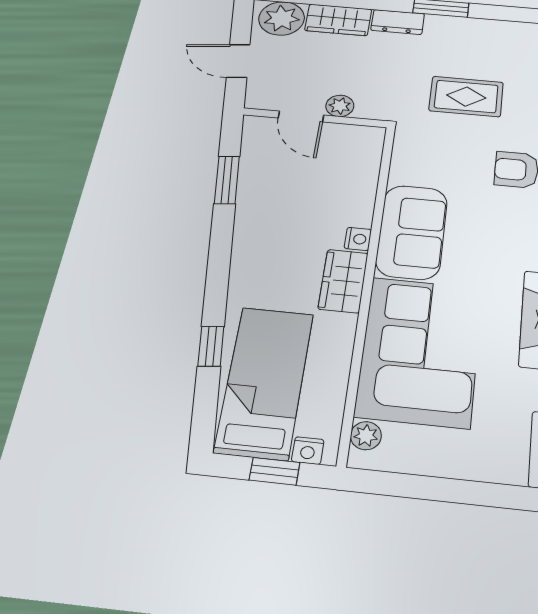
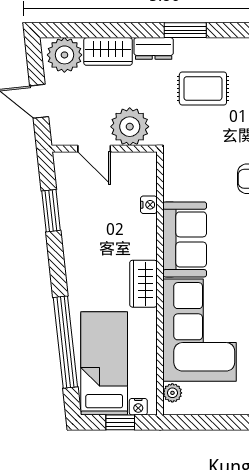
rug: (466, 96) -> (203, 88), moved
plant: (340, 106) -> (130, 127), width x1.87, depth x1.87
nightstand: (358, 239) -> (149, 205), moved
window: (211, 346) -> (65, 342), width x3.17

